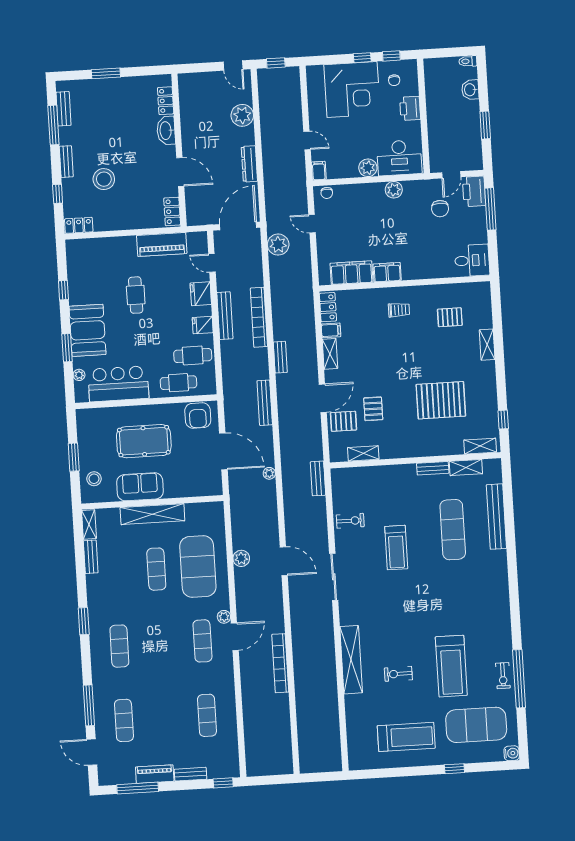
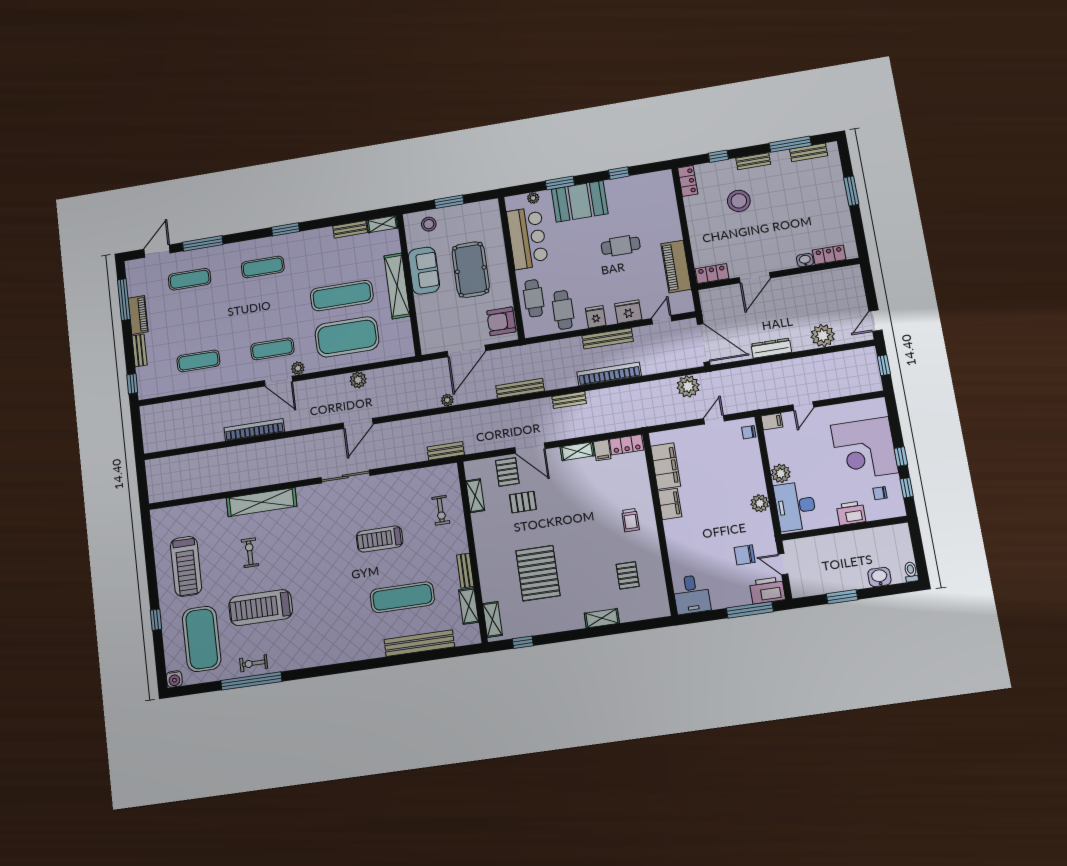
washbasin: (166, 131) -> (805, 260), width x0.52, depth x0.69
exercise bike: (350, 521) -> (441, 510), moved
exercise mat: (156, 569) -> (342, 296), width x1.36, depth x1.45

